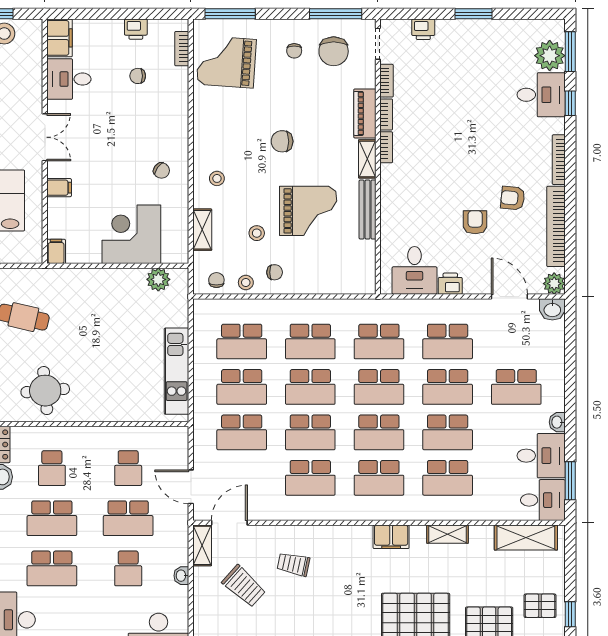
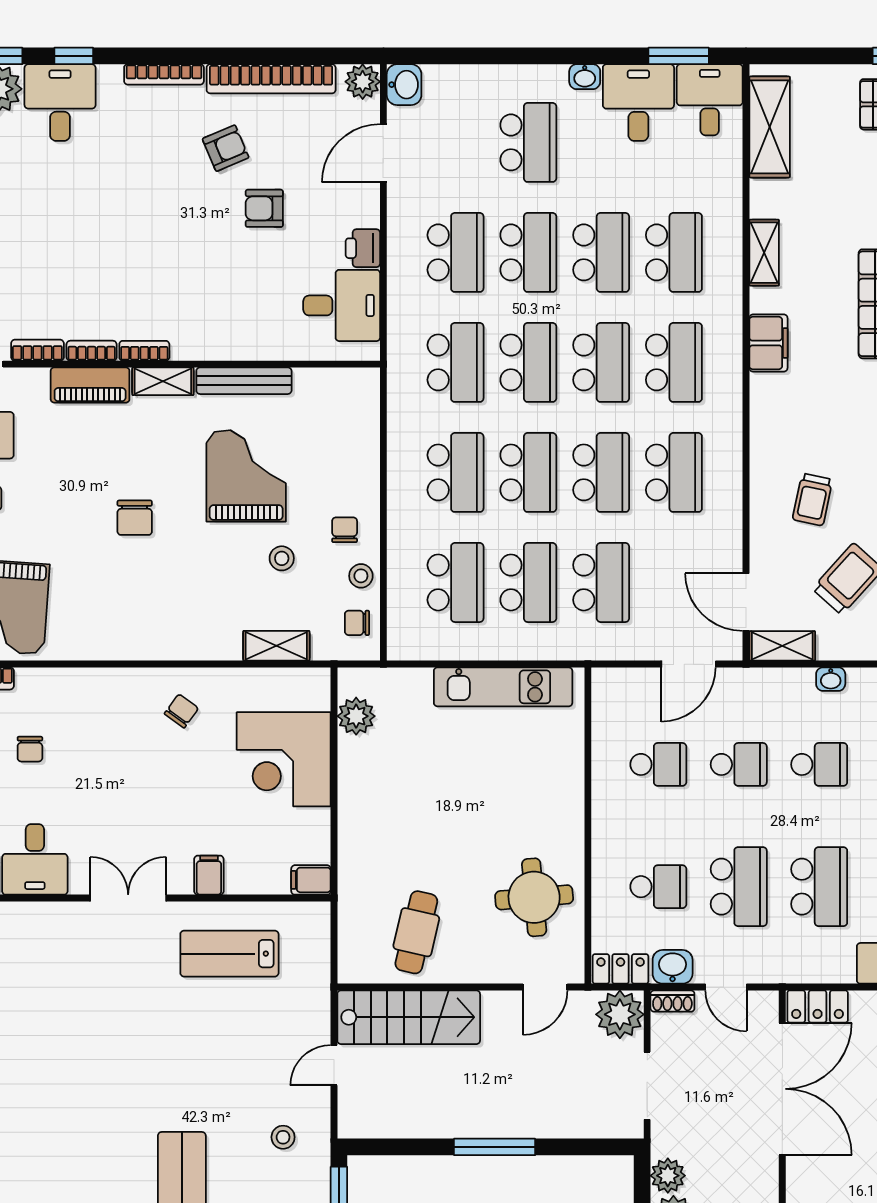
stool: (217, 178) -> (194, 622), removed
armchair: (513, 198) -> (226, 148), turned -119
school desk: (128, 518) -> (739, 764), width x0.54

